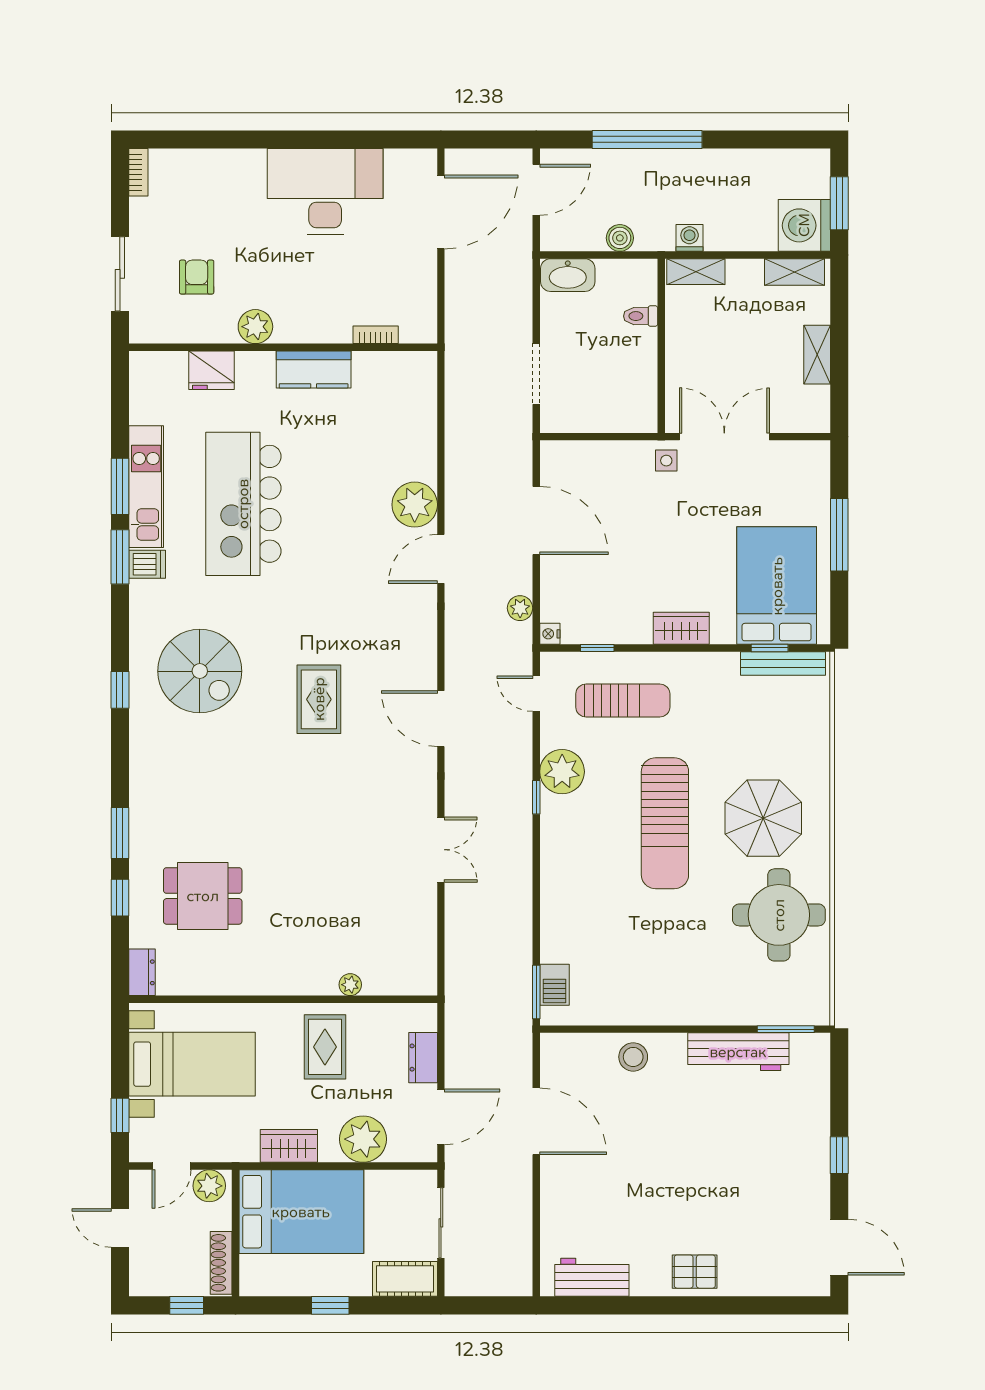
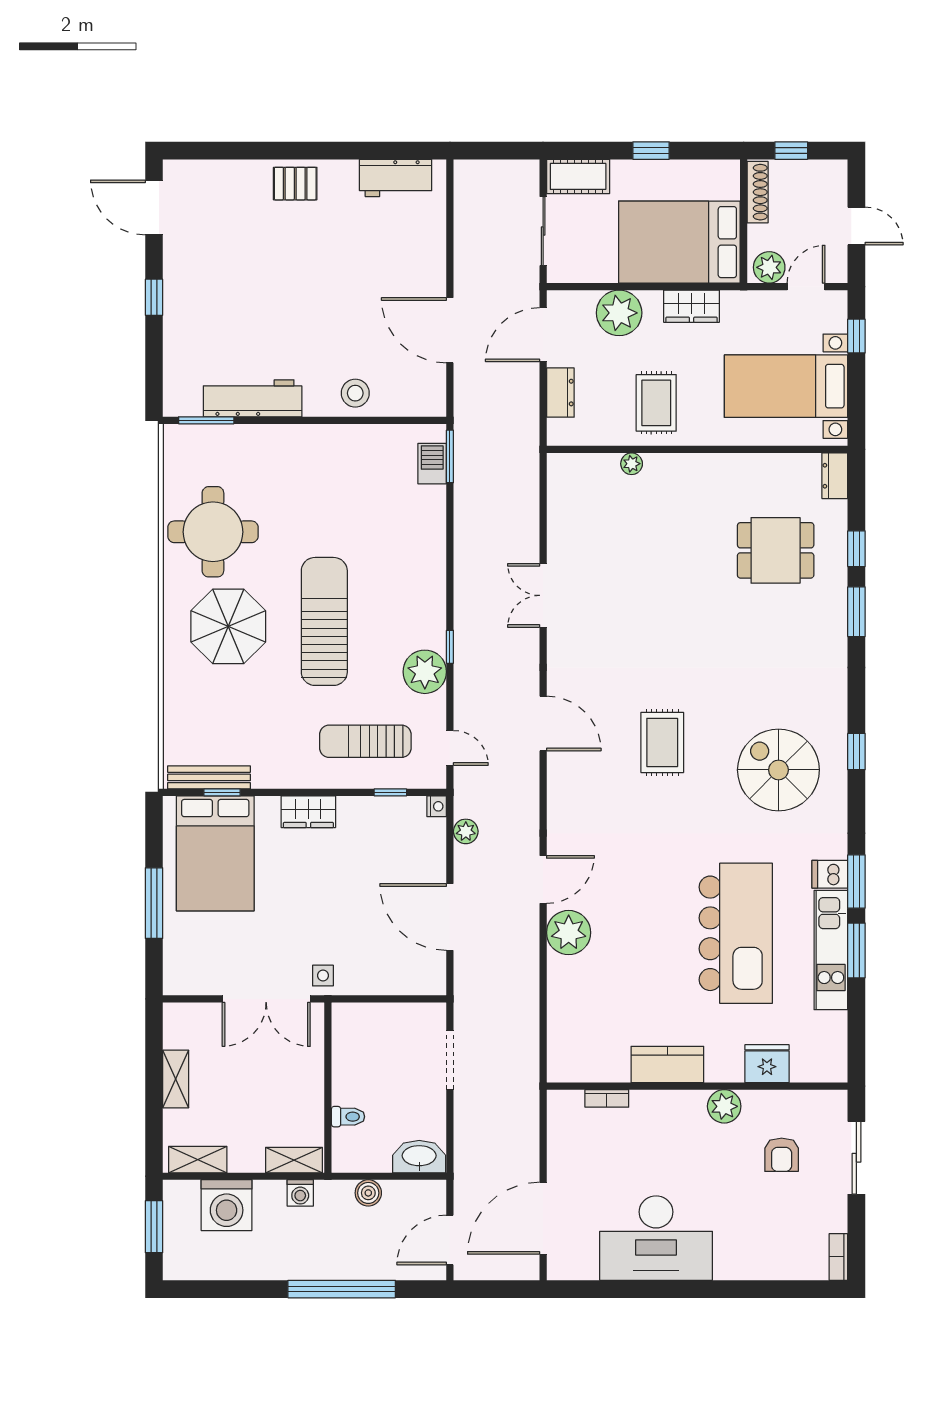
washing machine: (804, 225) -> (227, 1205), moved, turned 90

